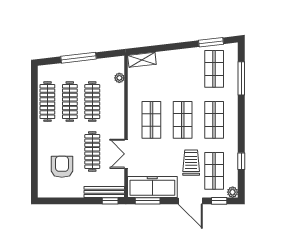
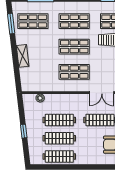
window: (78, 58) -> (24, 131), width x0.46
shelving: (142, 60) -> (23, 56), moved

